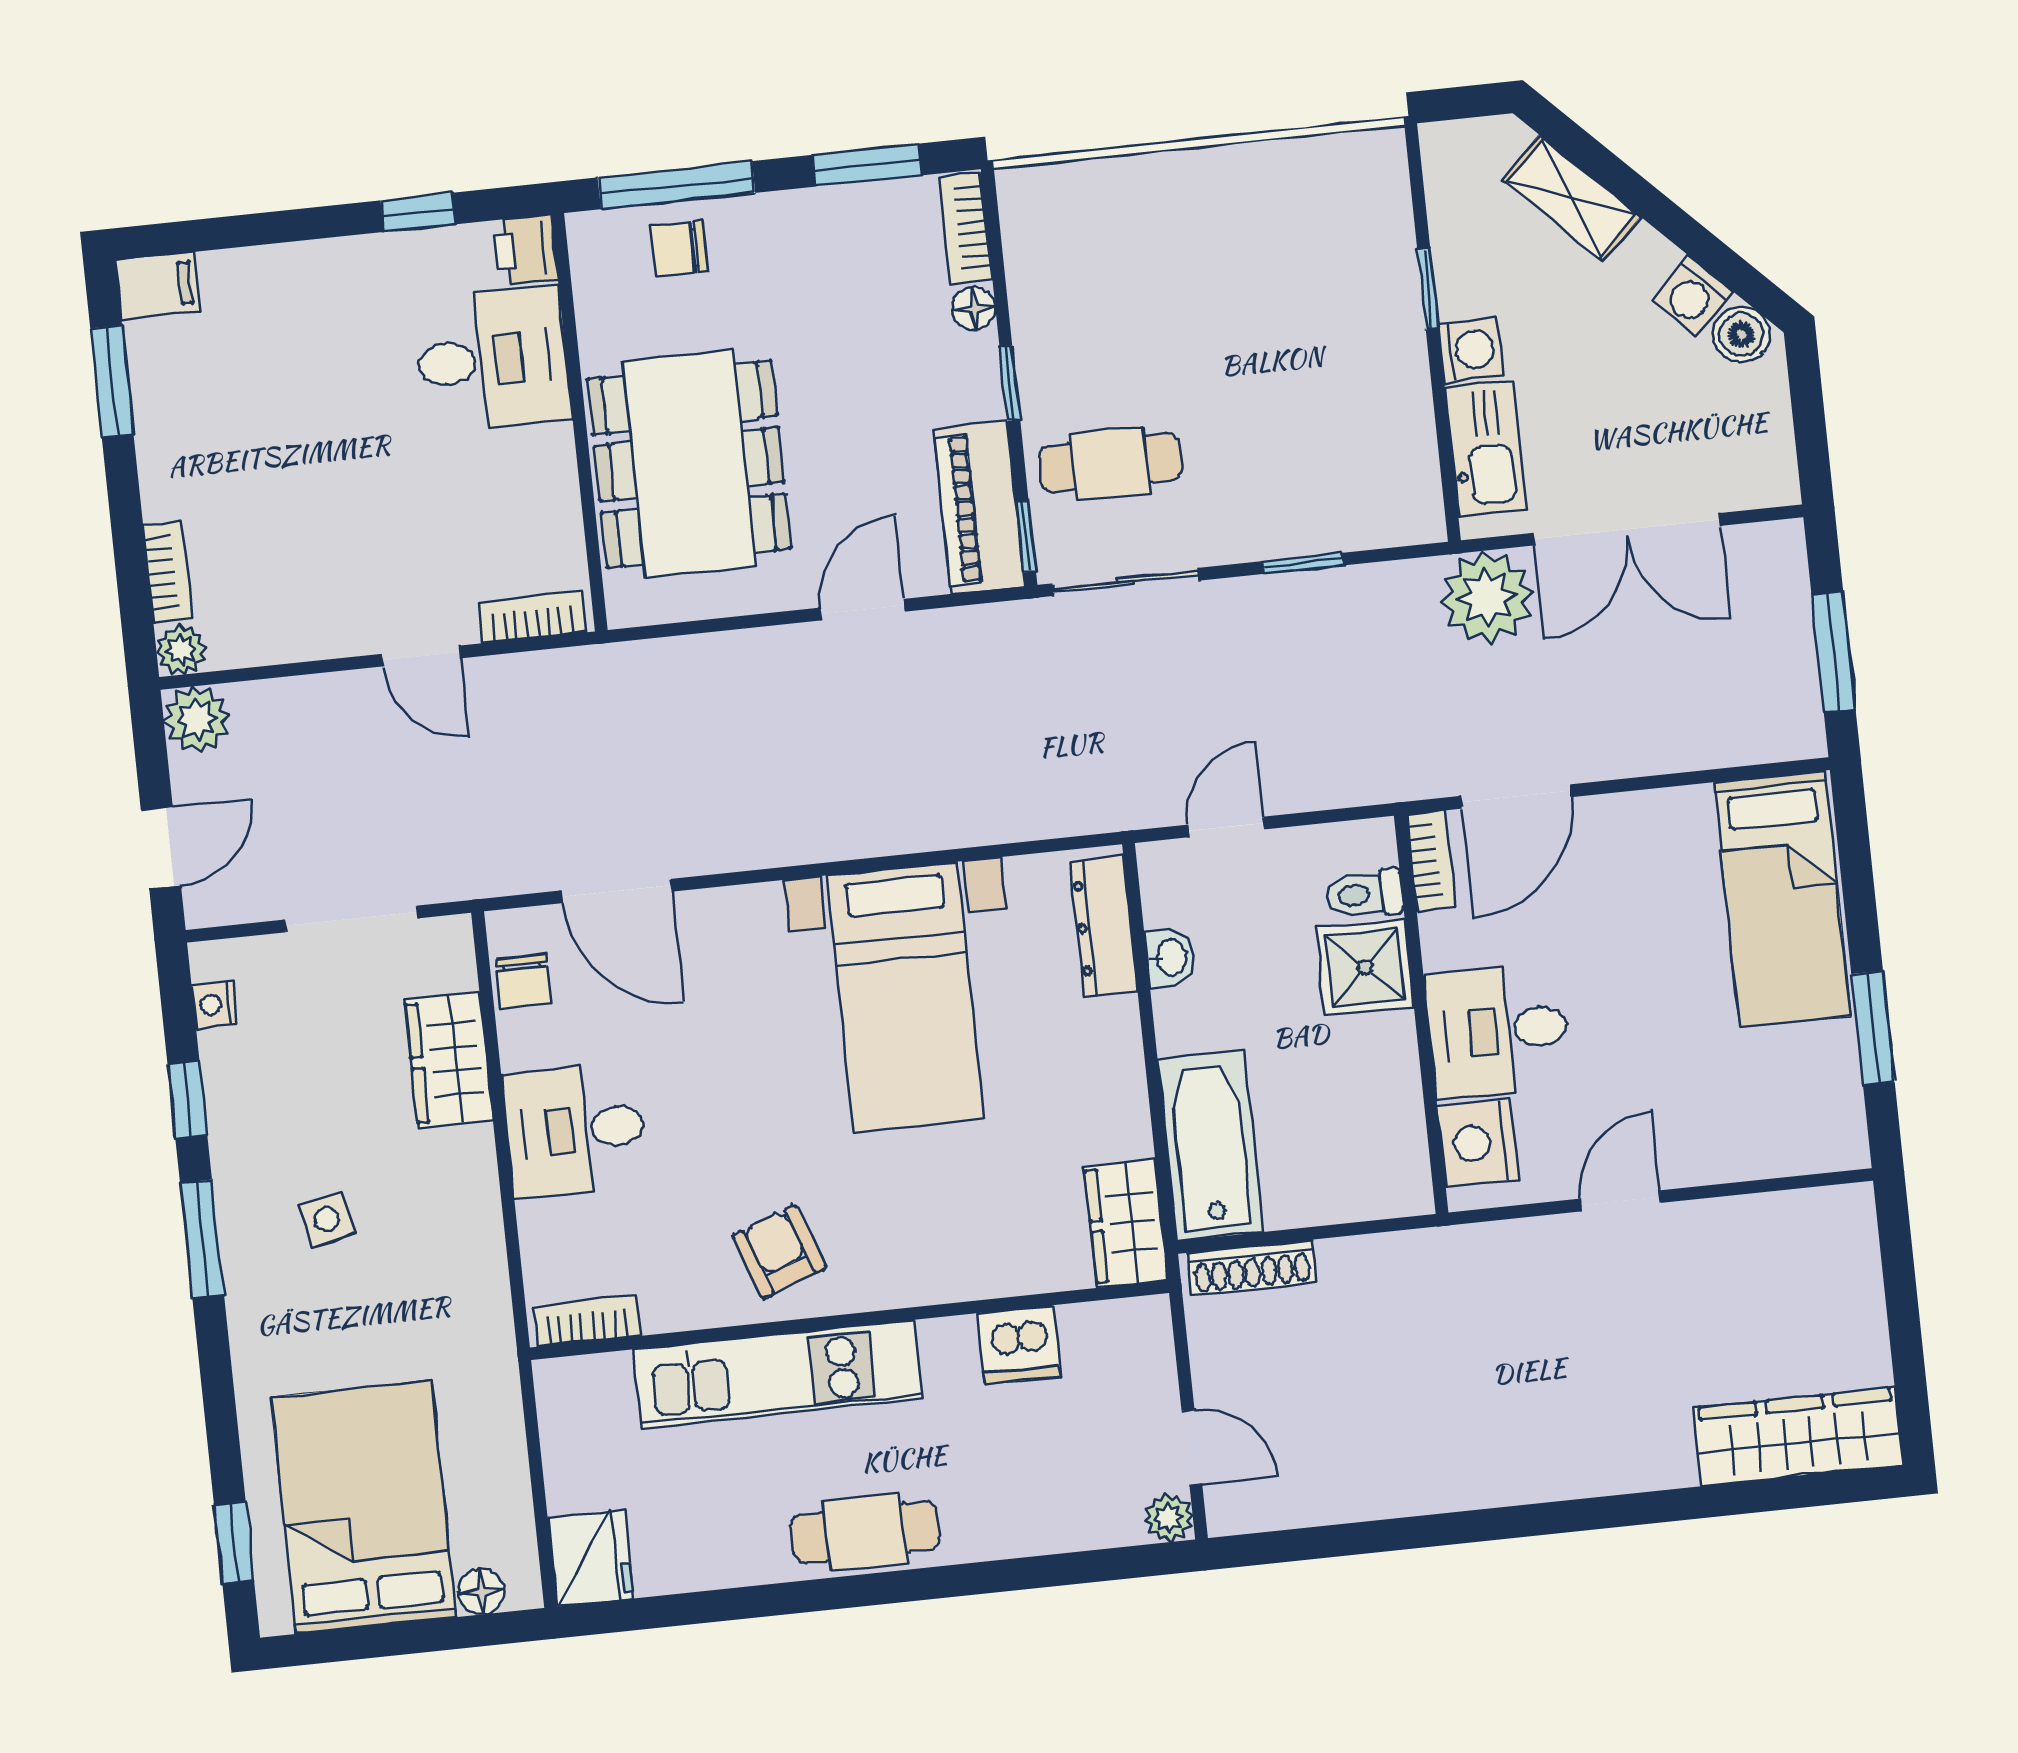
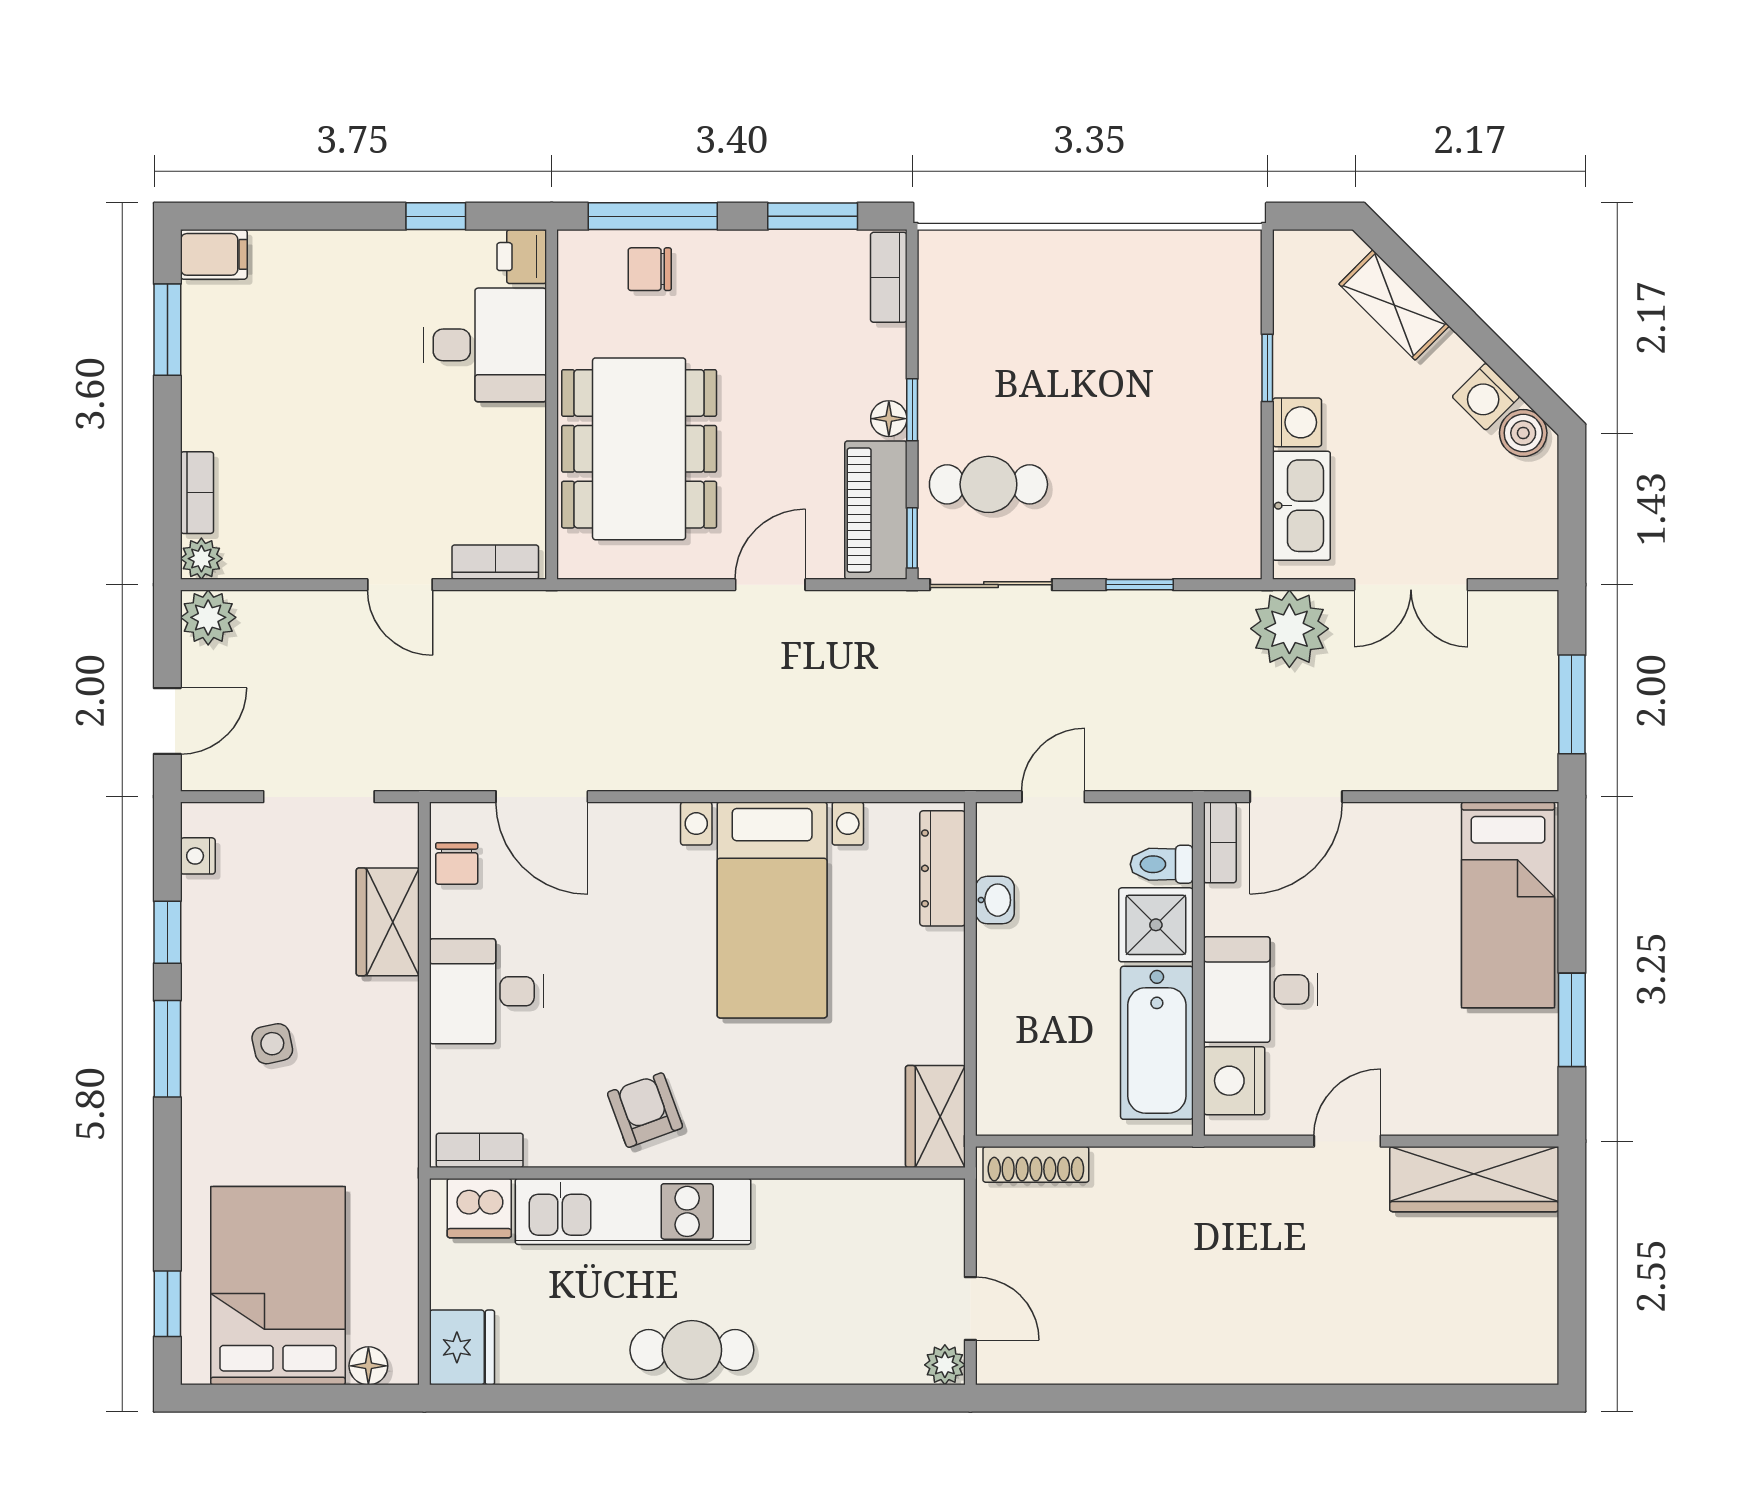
floor lamp: (974, 309) -> (889, 419), moved
double door: (1627, 529) -> (1411, 585), width x0.73
bathtub: (1210, 1145) -> (1157, 1043), moved, turned 180
dishwasher: (1019, 1345) -> (479, 1208), moved
wardrobe: (1798, 1437) -> (1474, 1179), moved, turned 180

